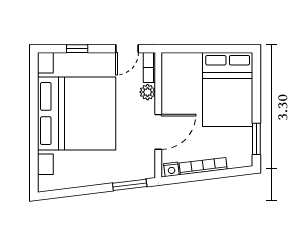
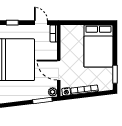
door: (127, 49) -> (41, 23), swing flipped
plant: (148, 92) -> (53, 92), moved
door: (158, 132) -> (59, 70), swing flipped

